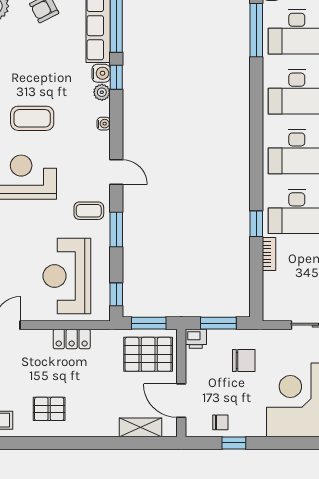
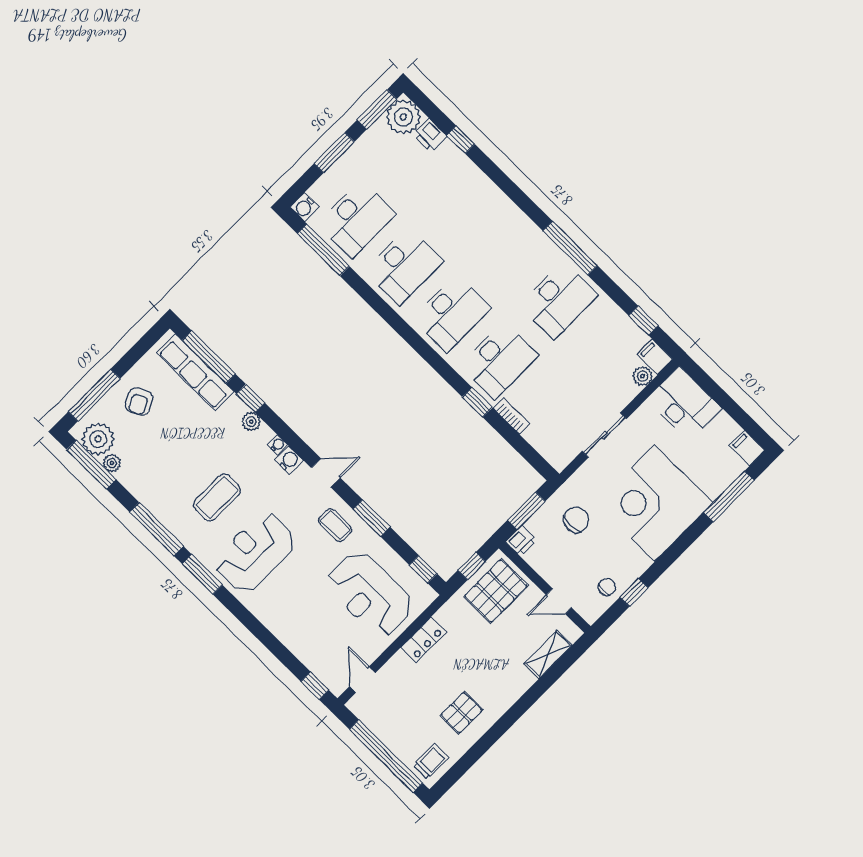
water cooler: (101, 73) -> (289, 460), moved
coffee table: (89, 211) -> (335, 525), turned 90
window: (149, 323) -> (472, 566), width x0.67
door: (181, 401) -> (559, 601), width x0.73

